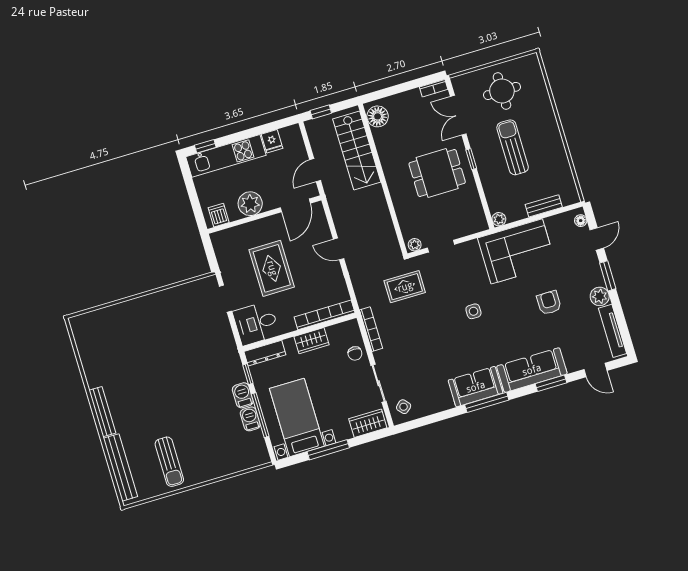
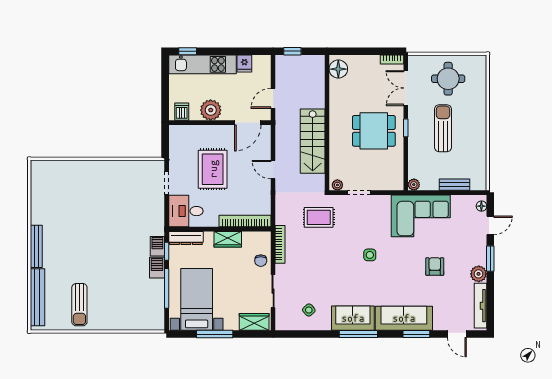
stairs: (357, 150) -> (313, 141), moved
side table: (404, 407) -> (309, 310), moved
barbecue: (250, 419) -> (157, 246), moved

